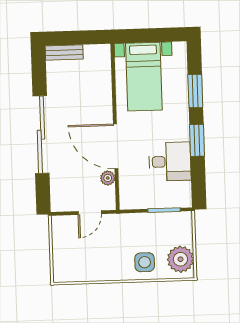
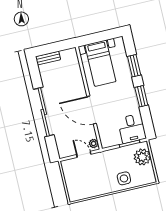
desk: (170, 162) -> (132, 128), moved, turned 90
plant: (108, 178) -> (94, 144), moved
door: (90, 213) -> (84, 154), swing flipped
plant: (180, 259) -> (142, 157), moved

